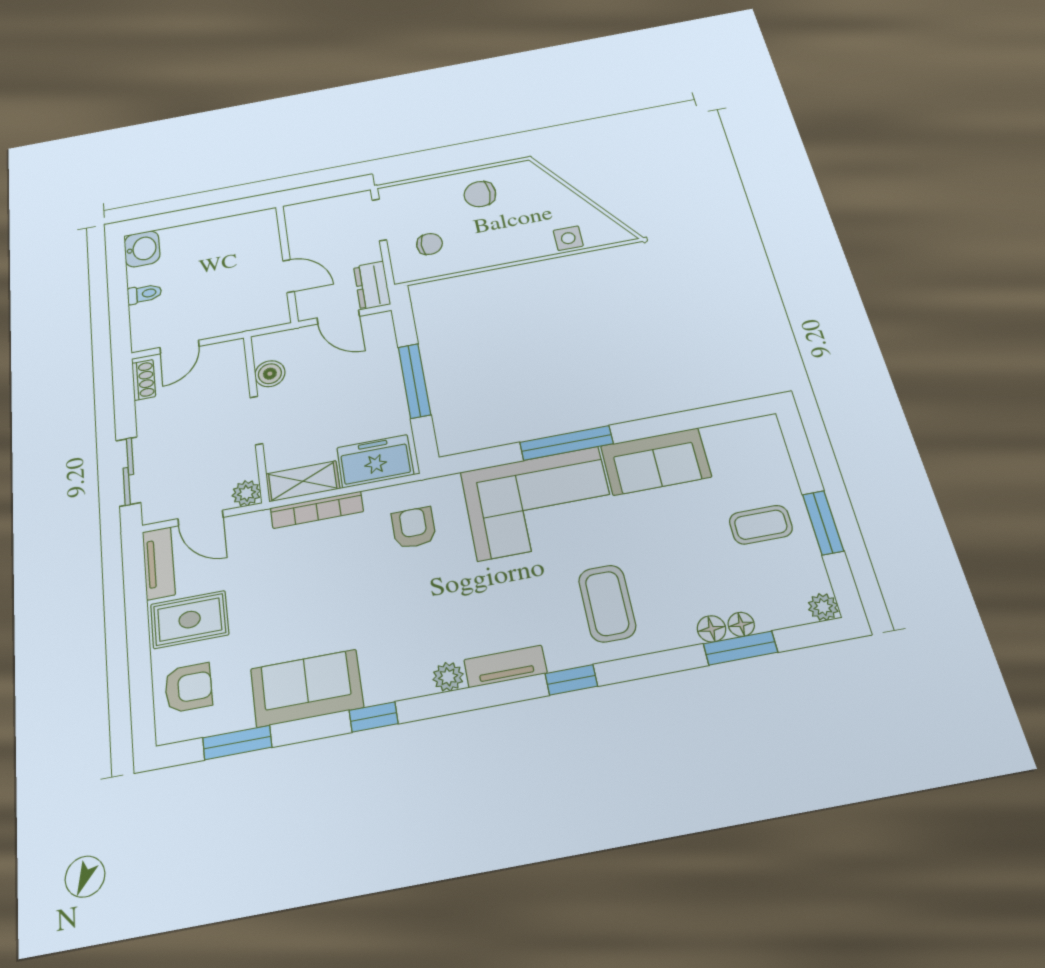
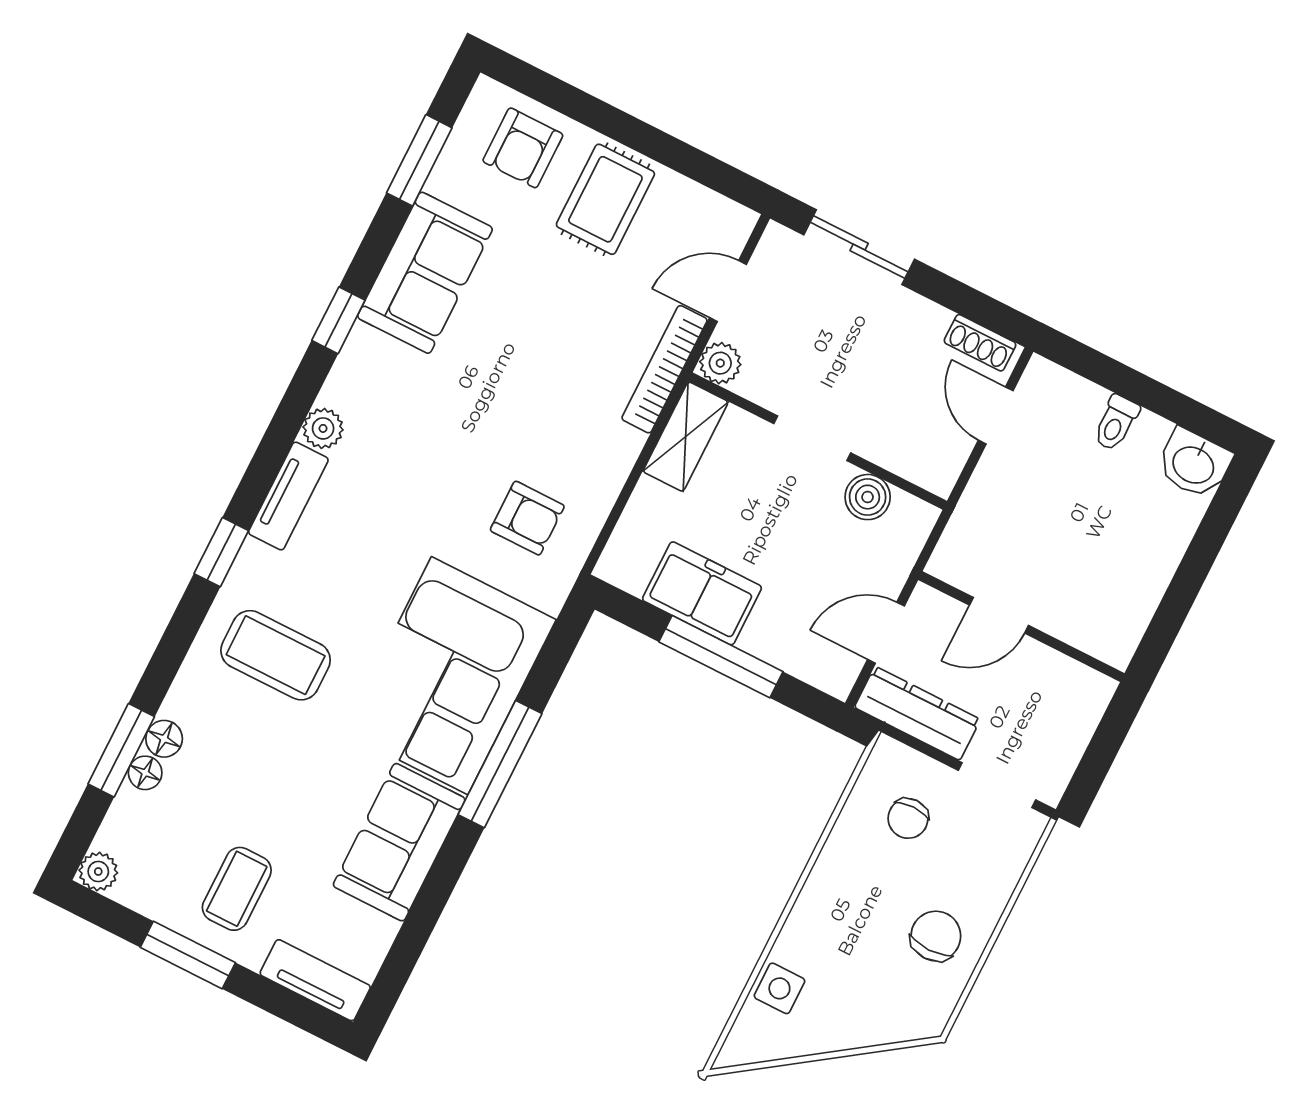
dresser: (372, 285) -> (917, 713), width x1.44
freezer: (375, 461) -> (702, 593), moved, turned -90
bookcase: (317, 510) -> (665, 369), moved
tv unit: (159, 563) -> (315, 980), moved, turned 180

